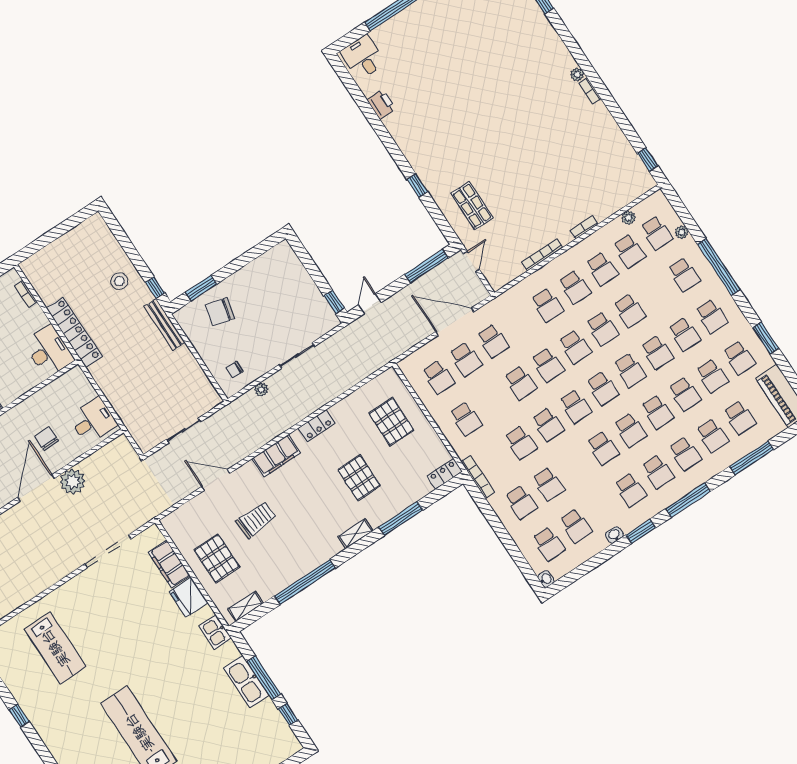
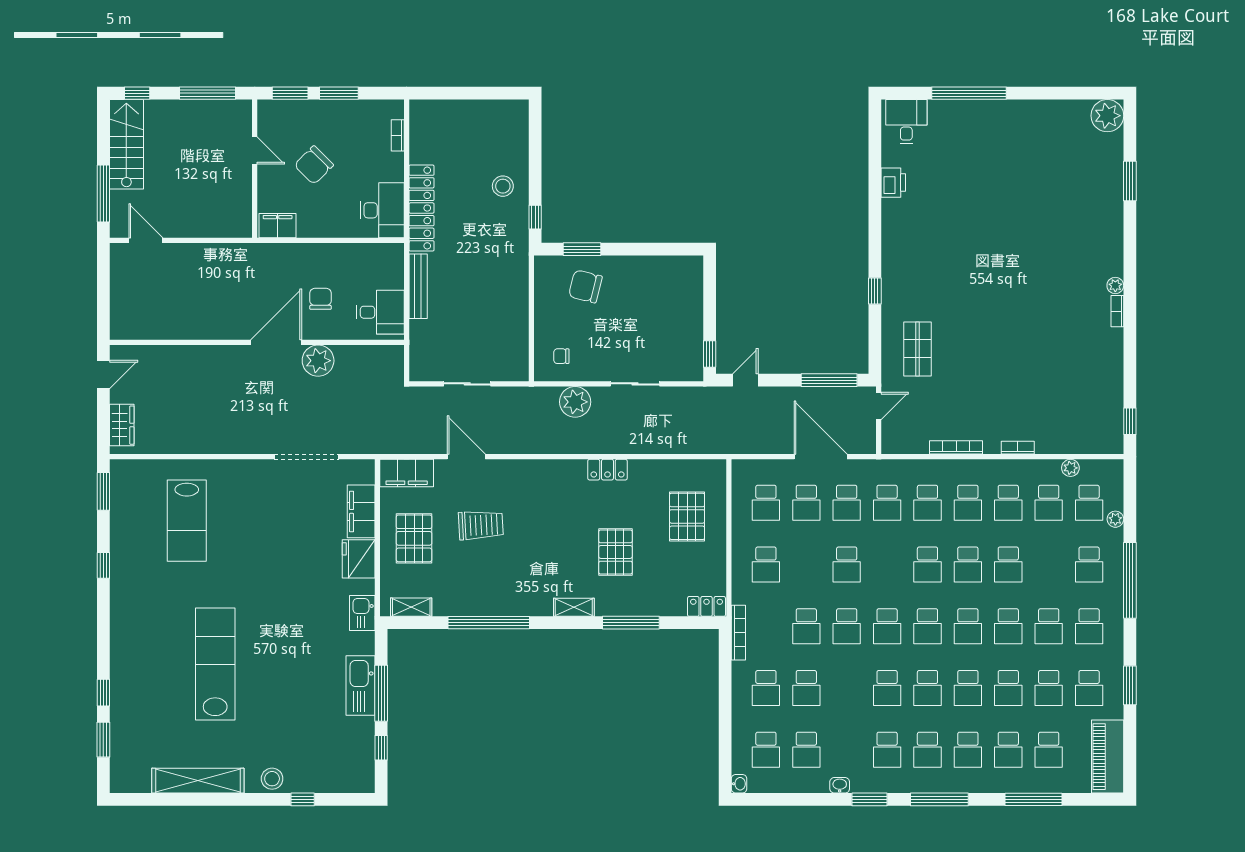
bench: (165, 325) -> (418, 286), moved
school desk: (548, 365) -> (887, 503), moved
plant: (261, 390) -> (575, 402), width x1.88, depth x1.88
filing cabinet: (276, 456) -> (407, 473), moved

